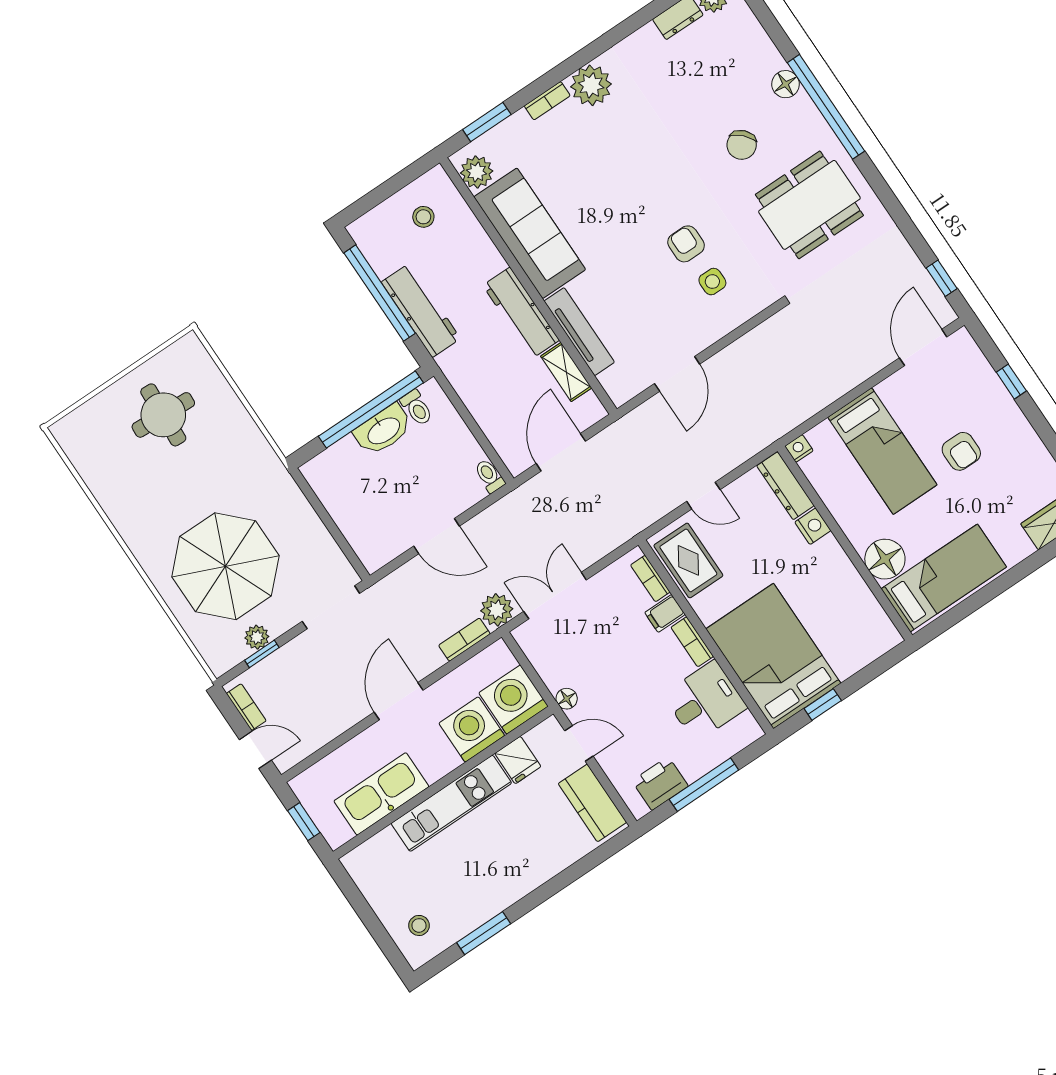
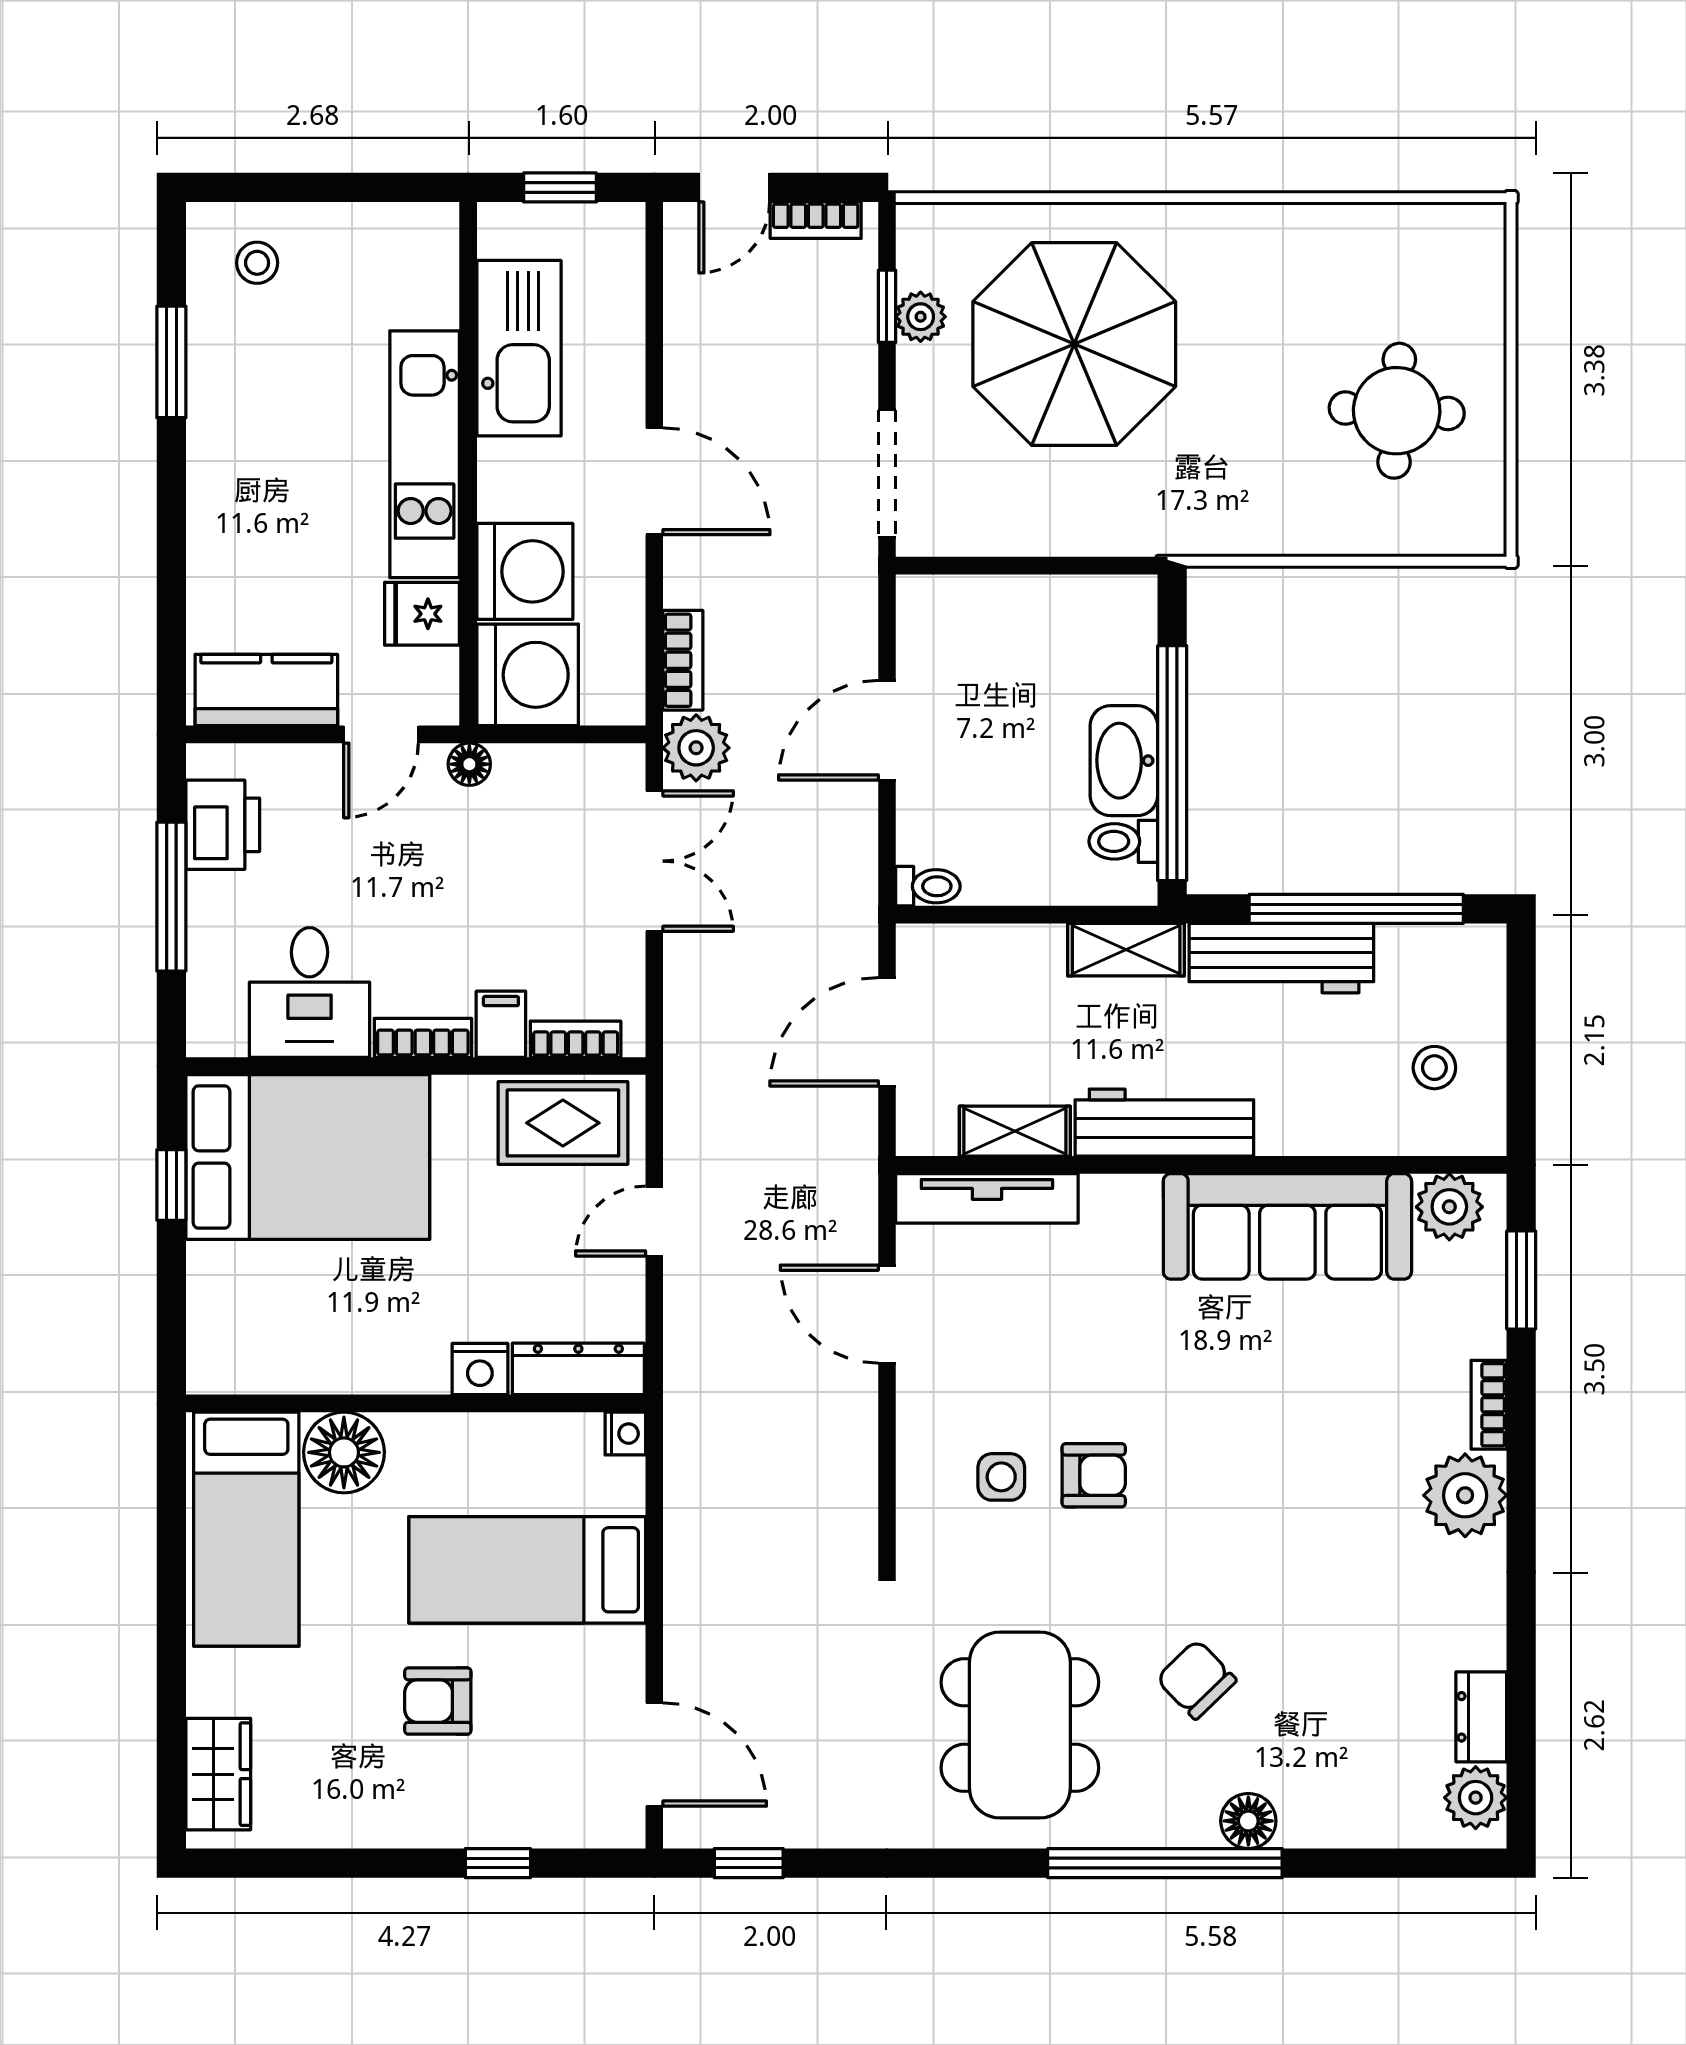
tv unit: (579, 332) -> (987, 1198), moved
shelving: (461, 377) -> (1126, 950), added
door: (561, 452) -> (887, 1032), swing flipped

